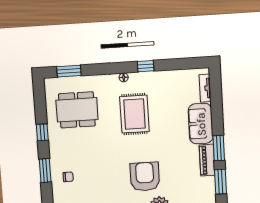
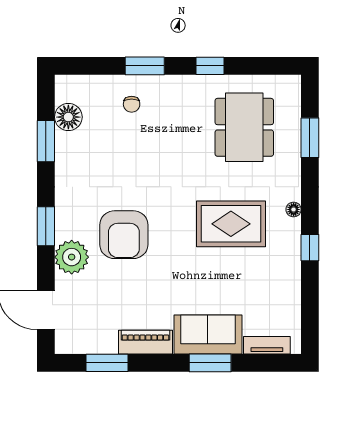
window: (69, 71) -> (310, 138), moved
window: (219, 148) -> (210, 363), moved
armchair: (145, 177) -> (124, 235), turned 90

